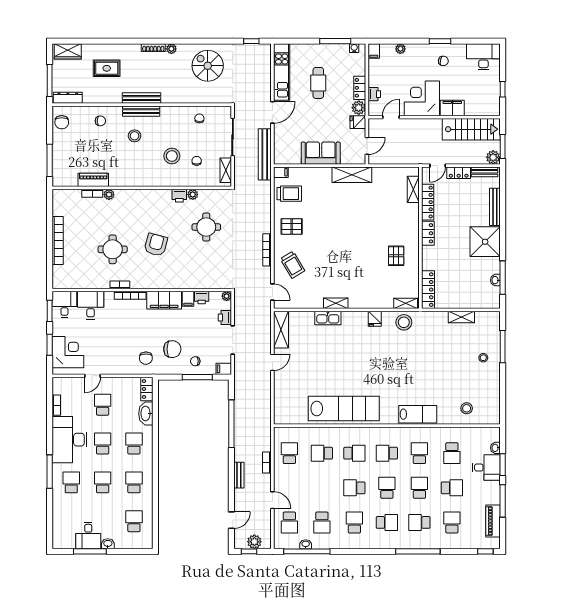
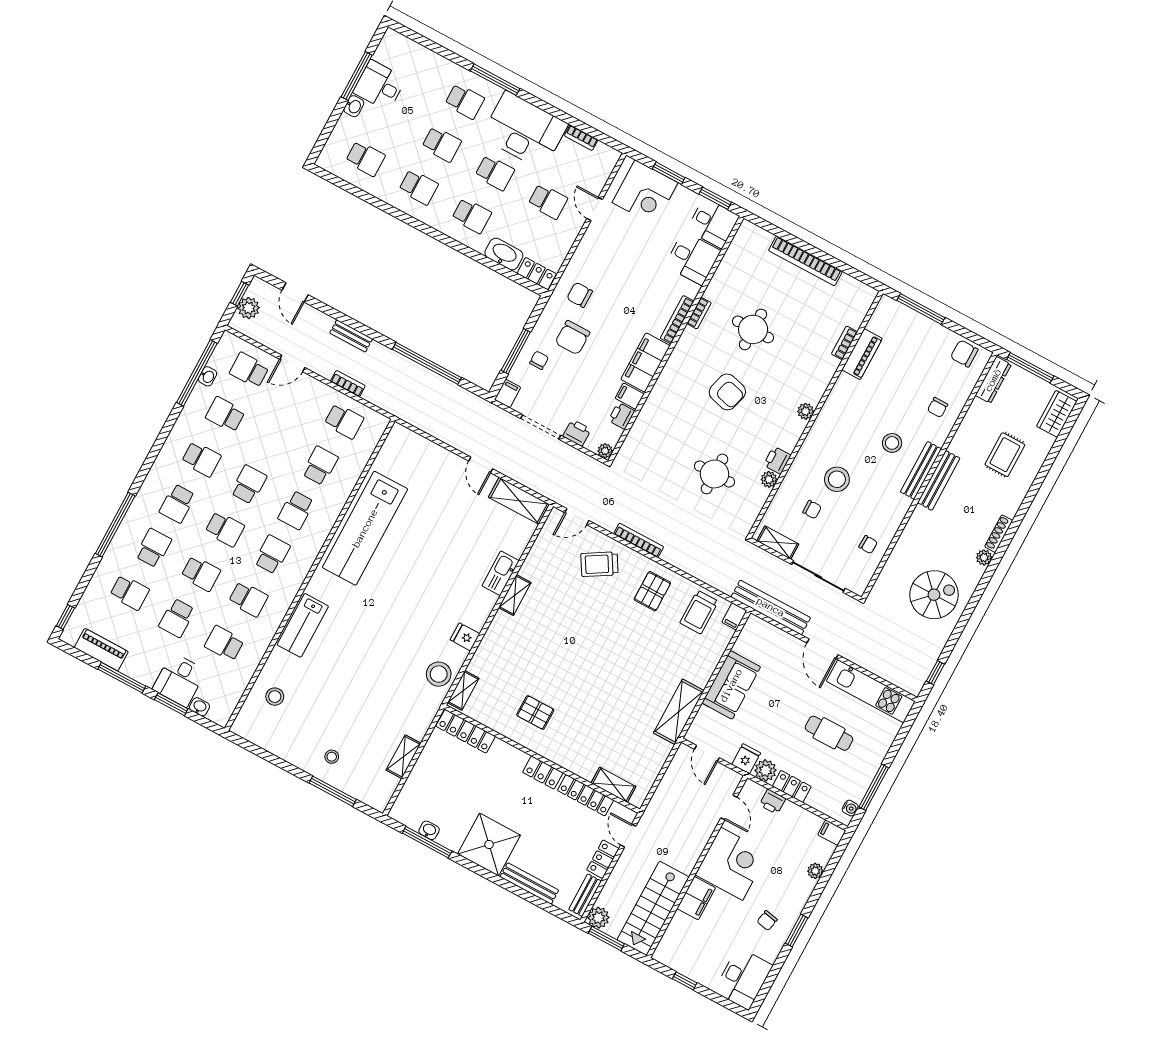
plant: (109, 195) -> (806, 411), moved

